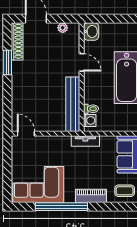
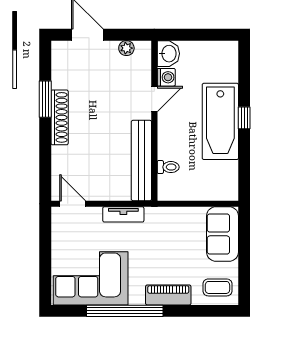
shoe rack: (17, 41) -> (60, 117), moved
door: (82, 62) -> (154, 99), hinge flipped
washing machine: (90, 120) -> (166, 77), moved
tv unit: (85, 141) -> (123, 214), moved

